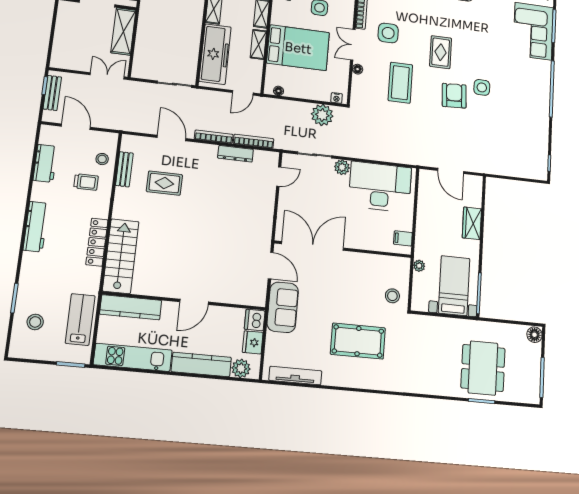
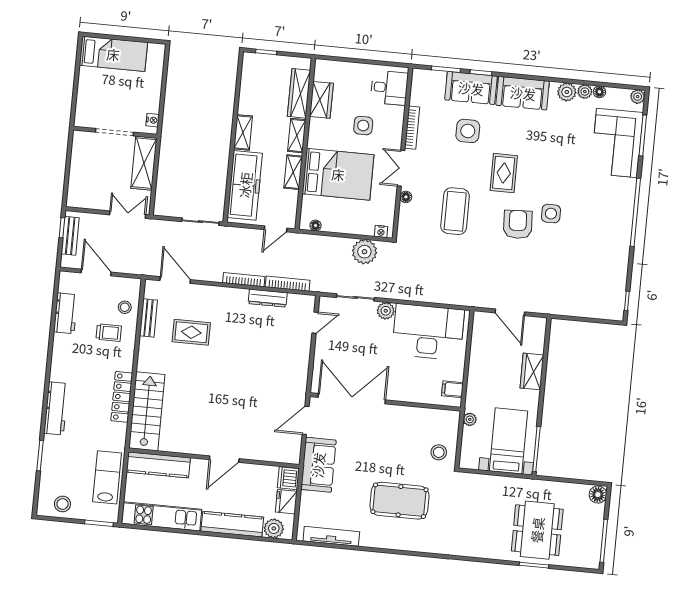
side table: (388, 33) -> (468, 131), moved
door: (172, 138) -> (175, 280), moved
workbench: (36, 227) -> (56, 408), moved
door: (271, 266) -> (306, 420), swing flipped
stool: (35, 322) -> (62, 504), moved

